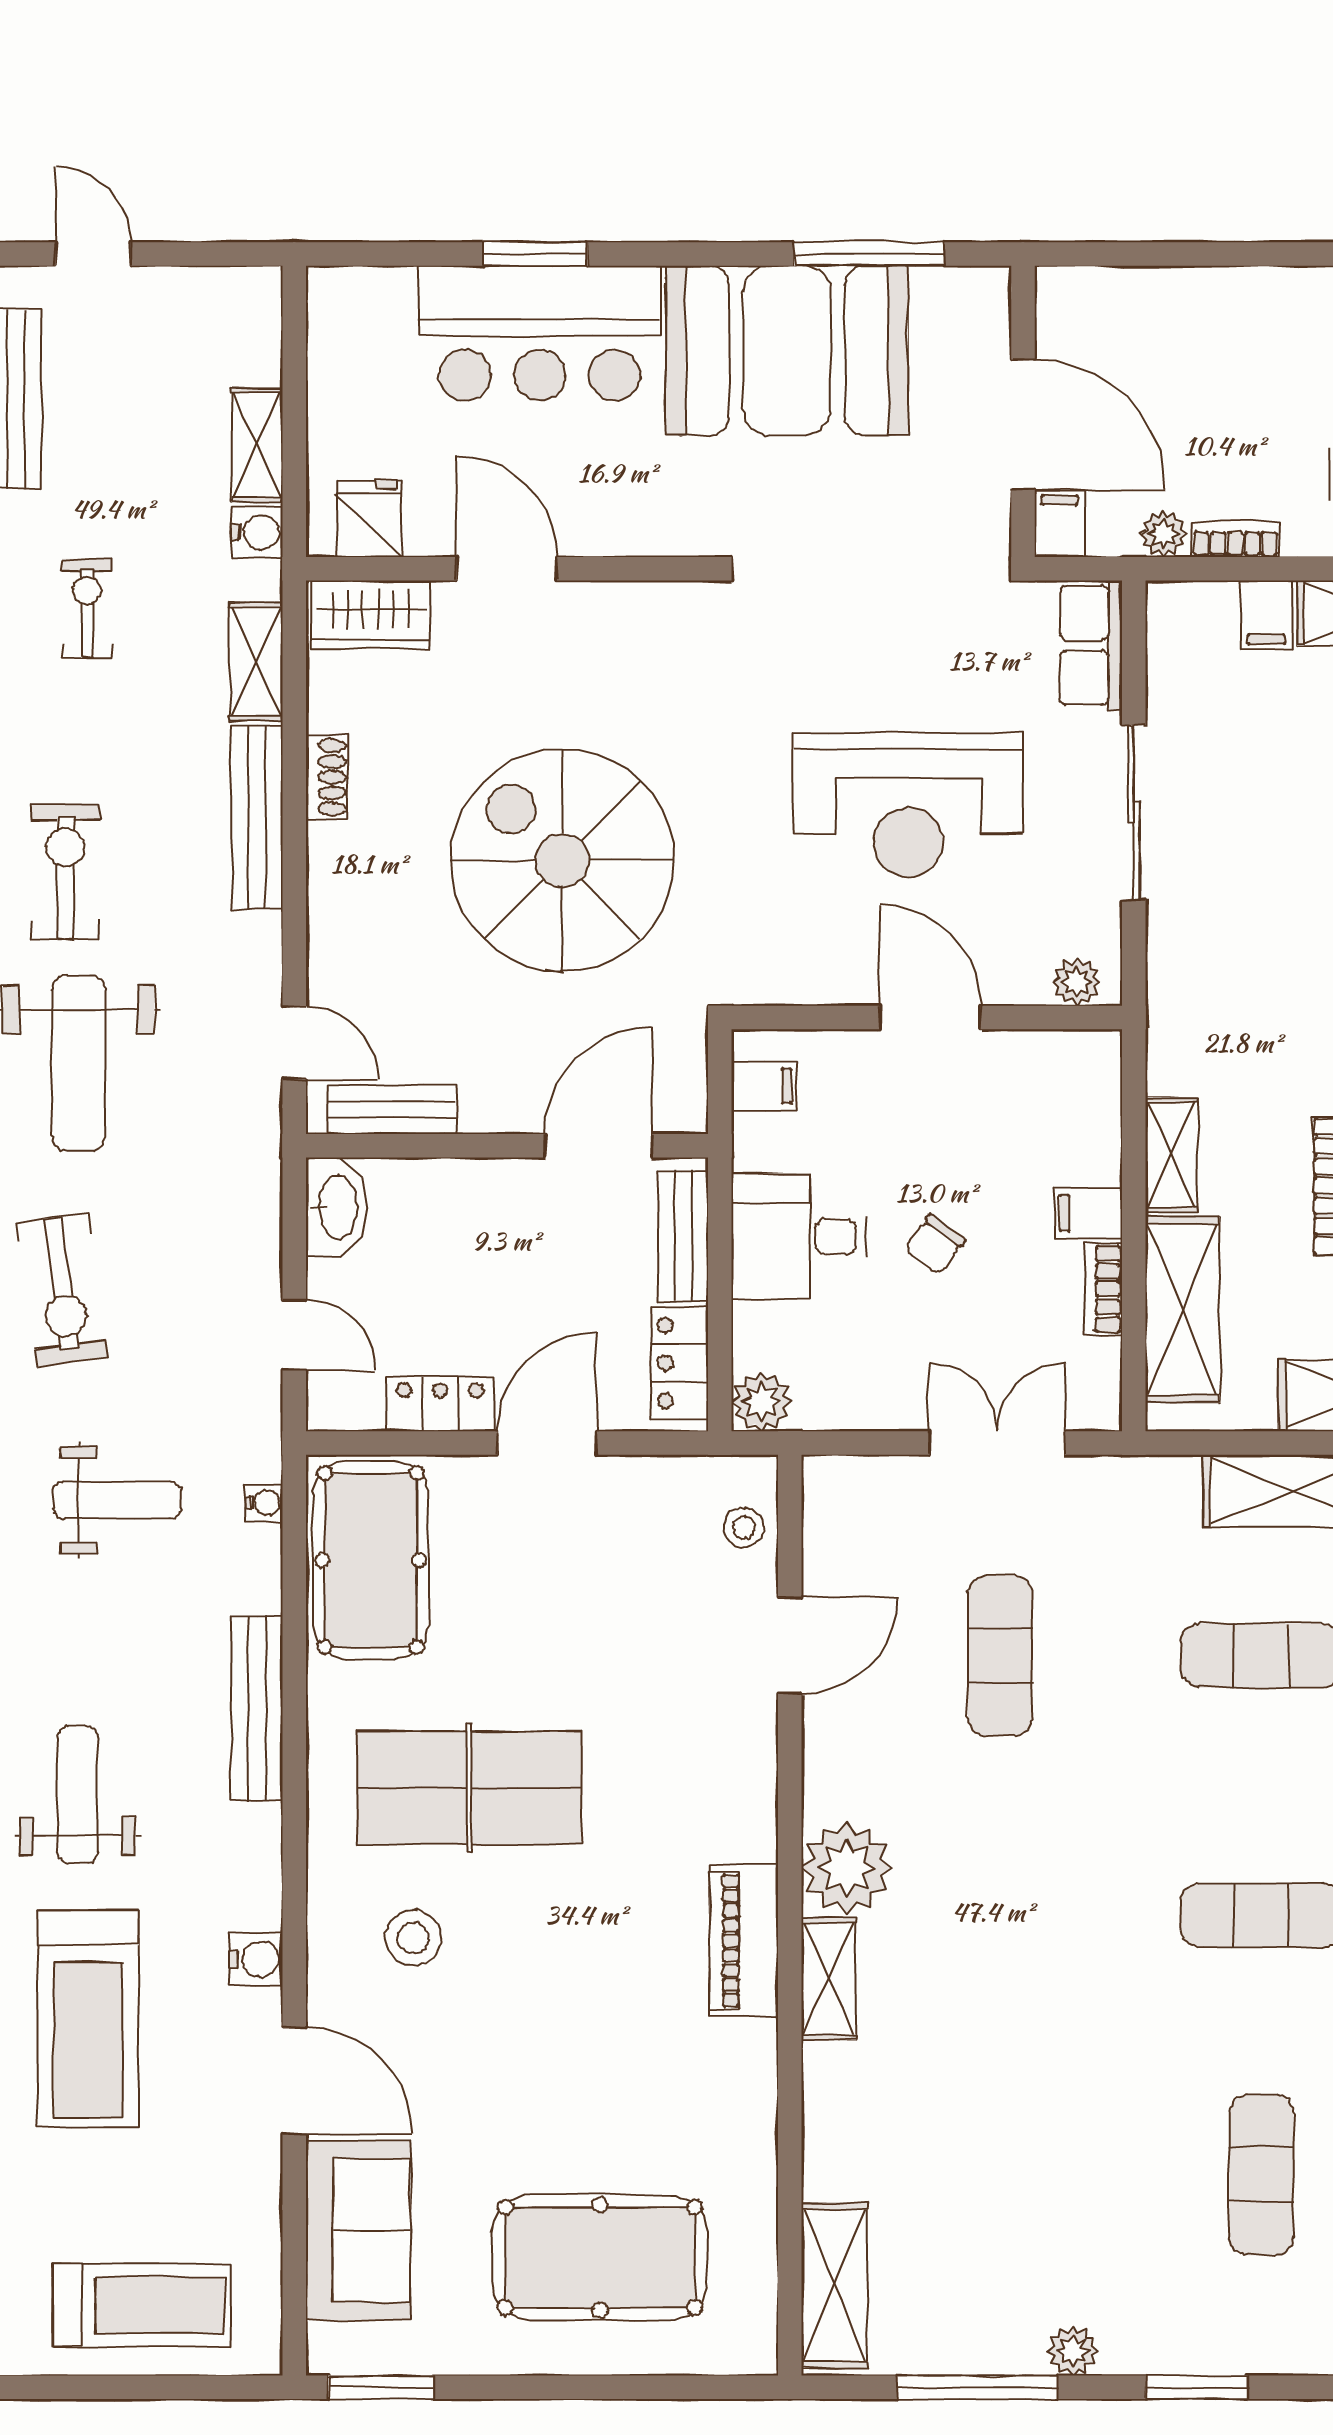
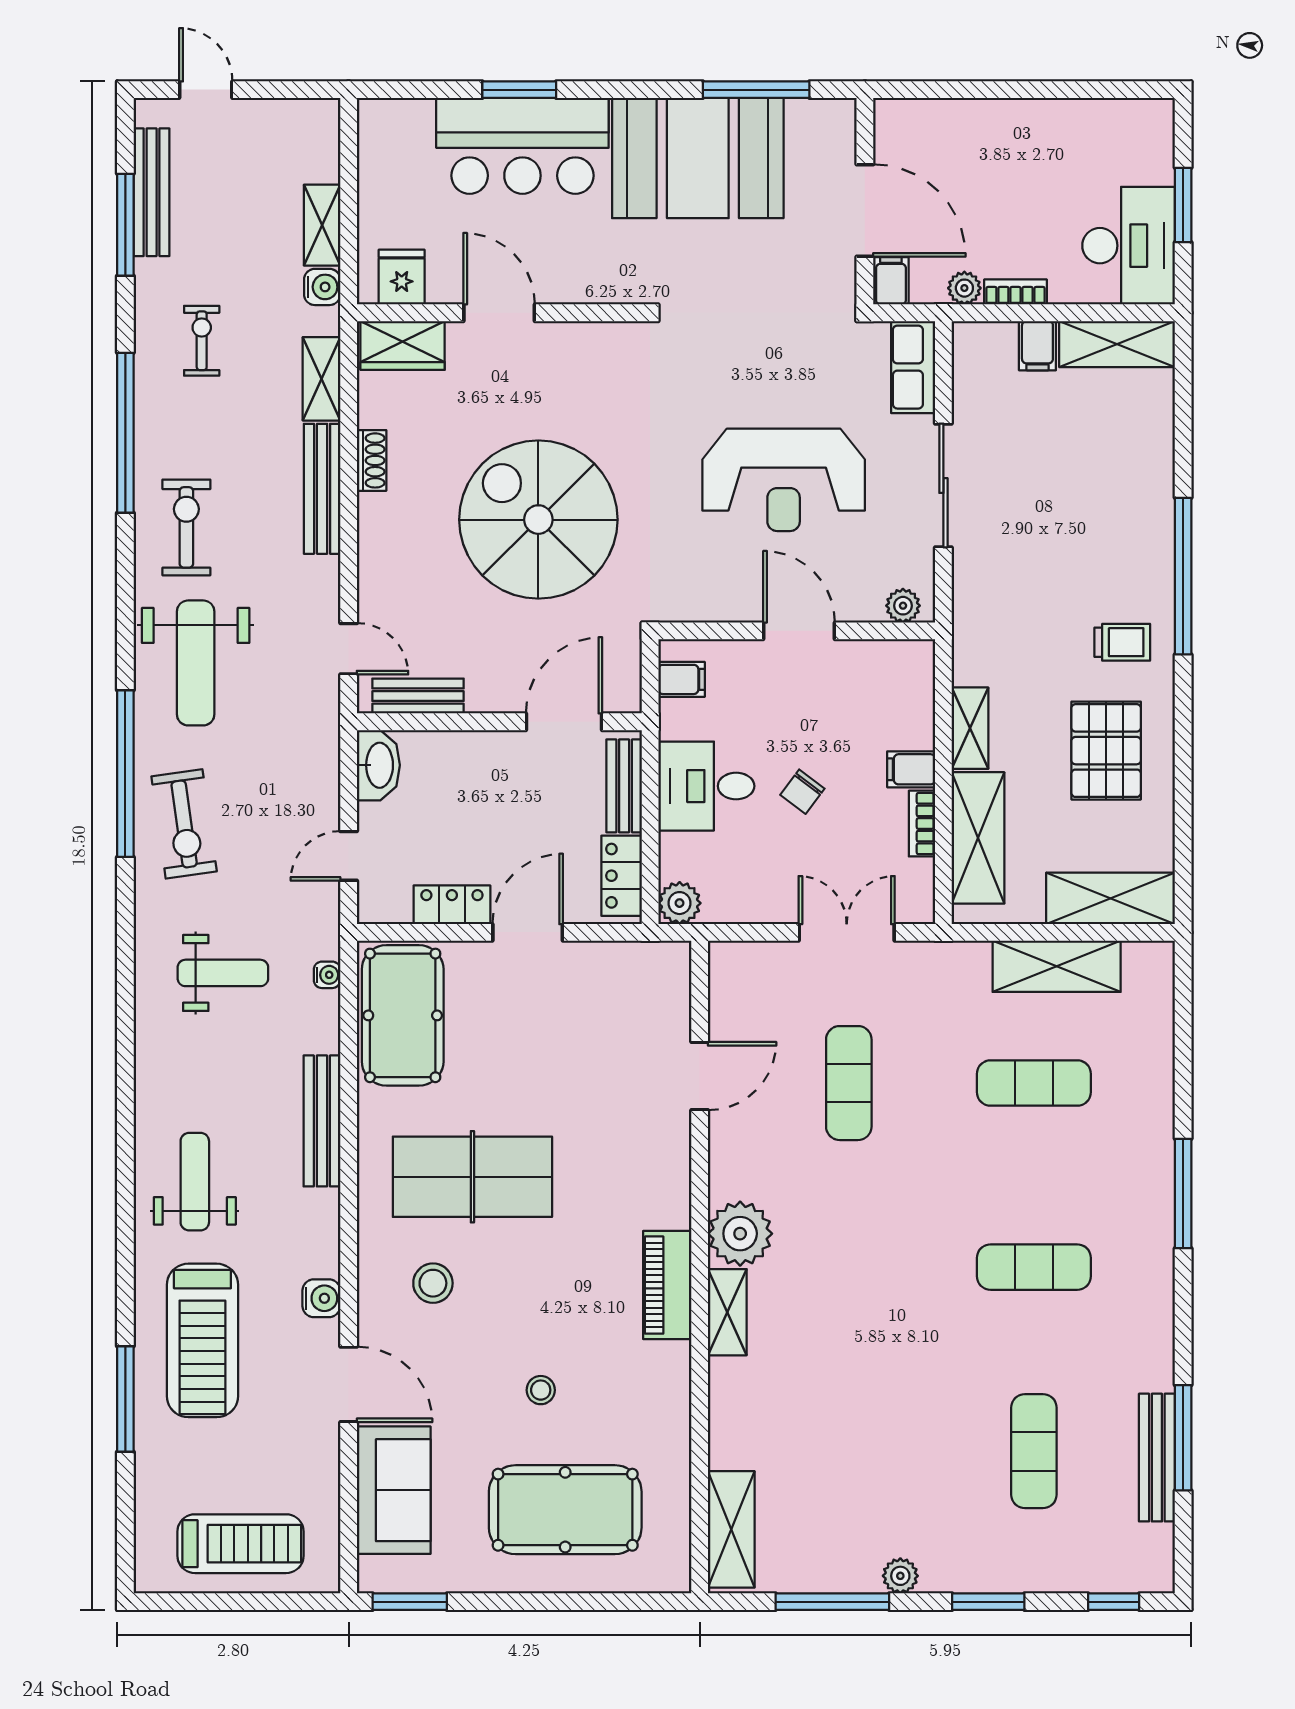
door: (294, 1335) -> (349, 856), swing flipped
stool: (744, 1528) -> (541, 1390), moved

